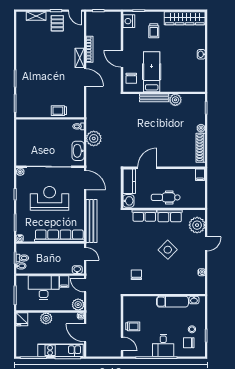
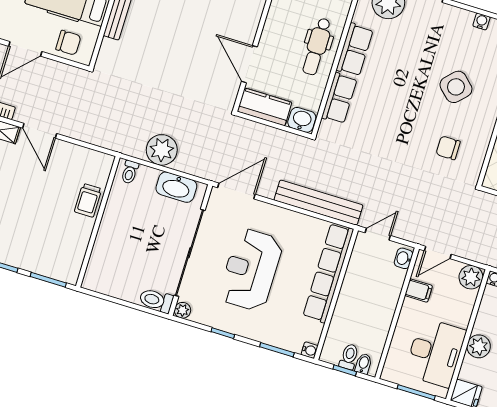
door: (85, 77) -> (40, 131), swing flipped
toilet: (21, 158) -> (156, 300), added
side table: (168, 250) -> (456, 87), moved
desk: (44, 288) -> (435, 353), moved, turned 180

